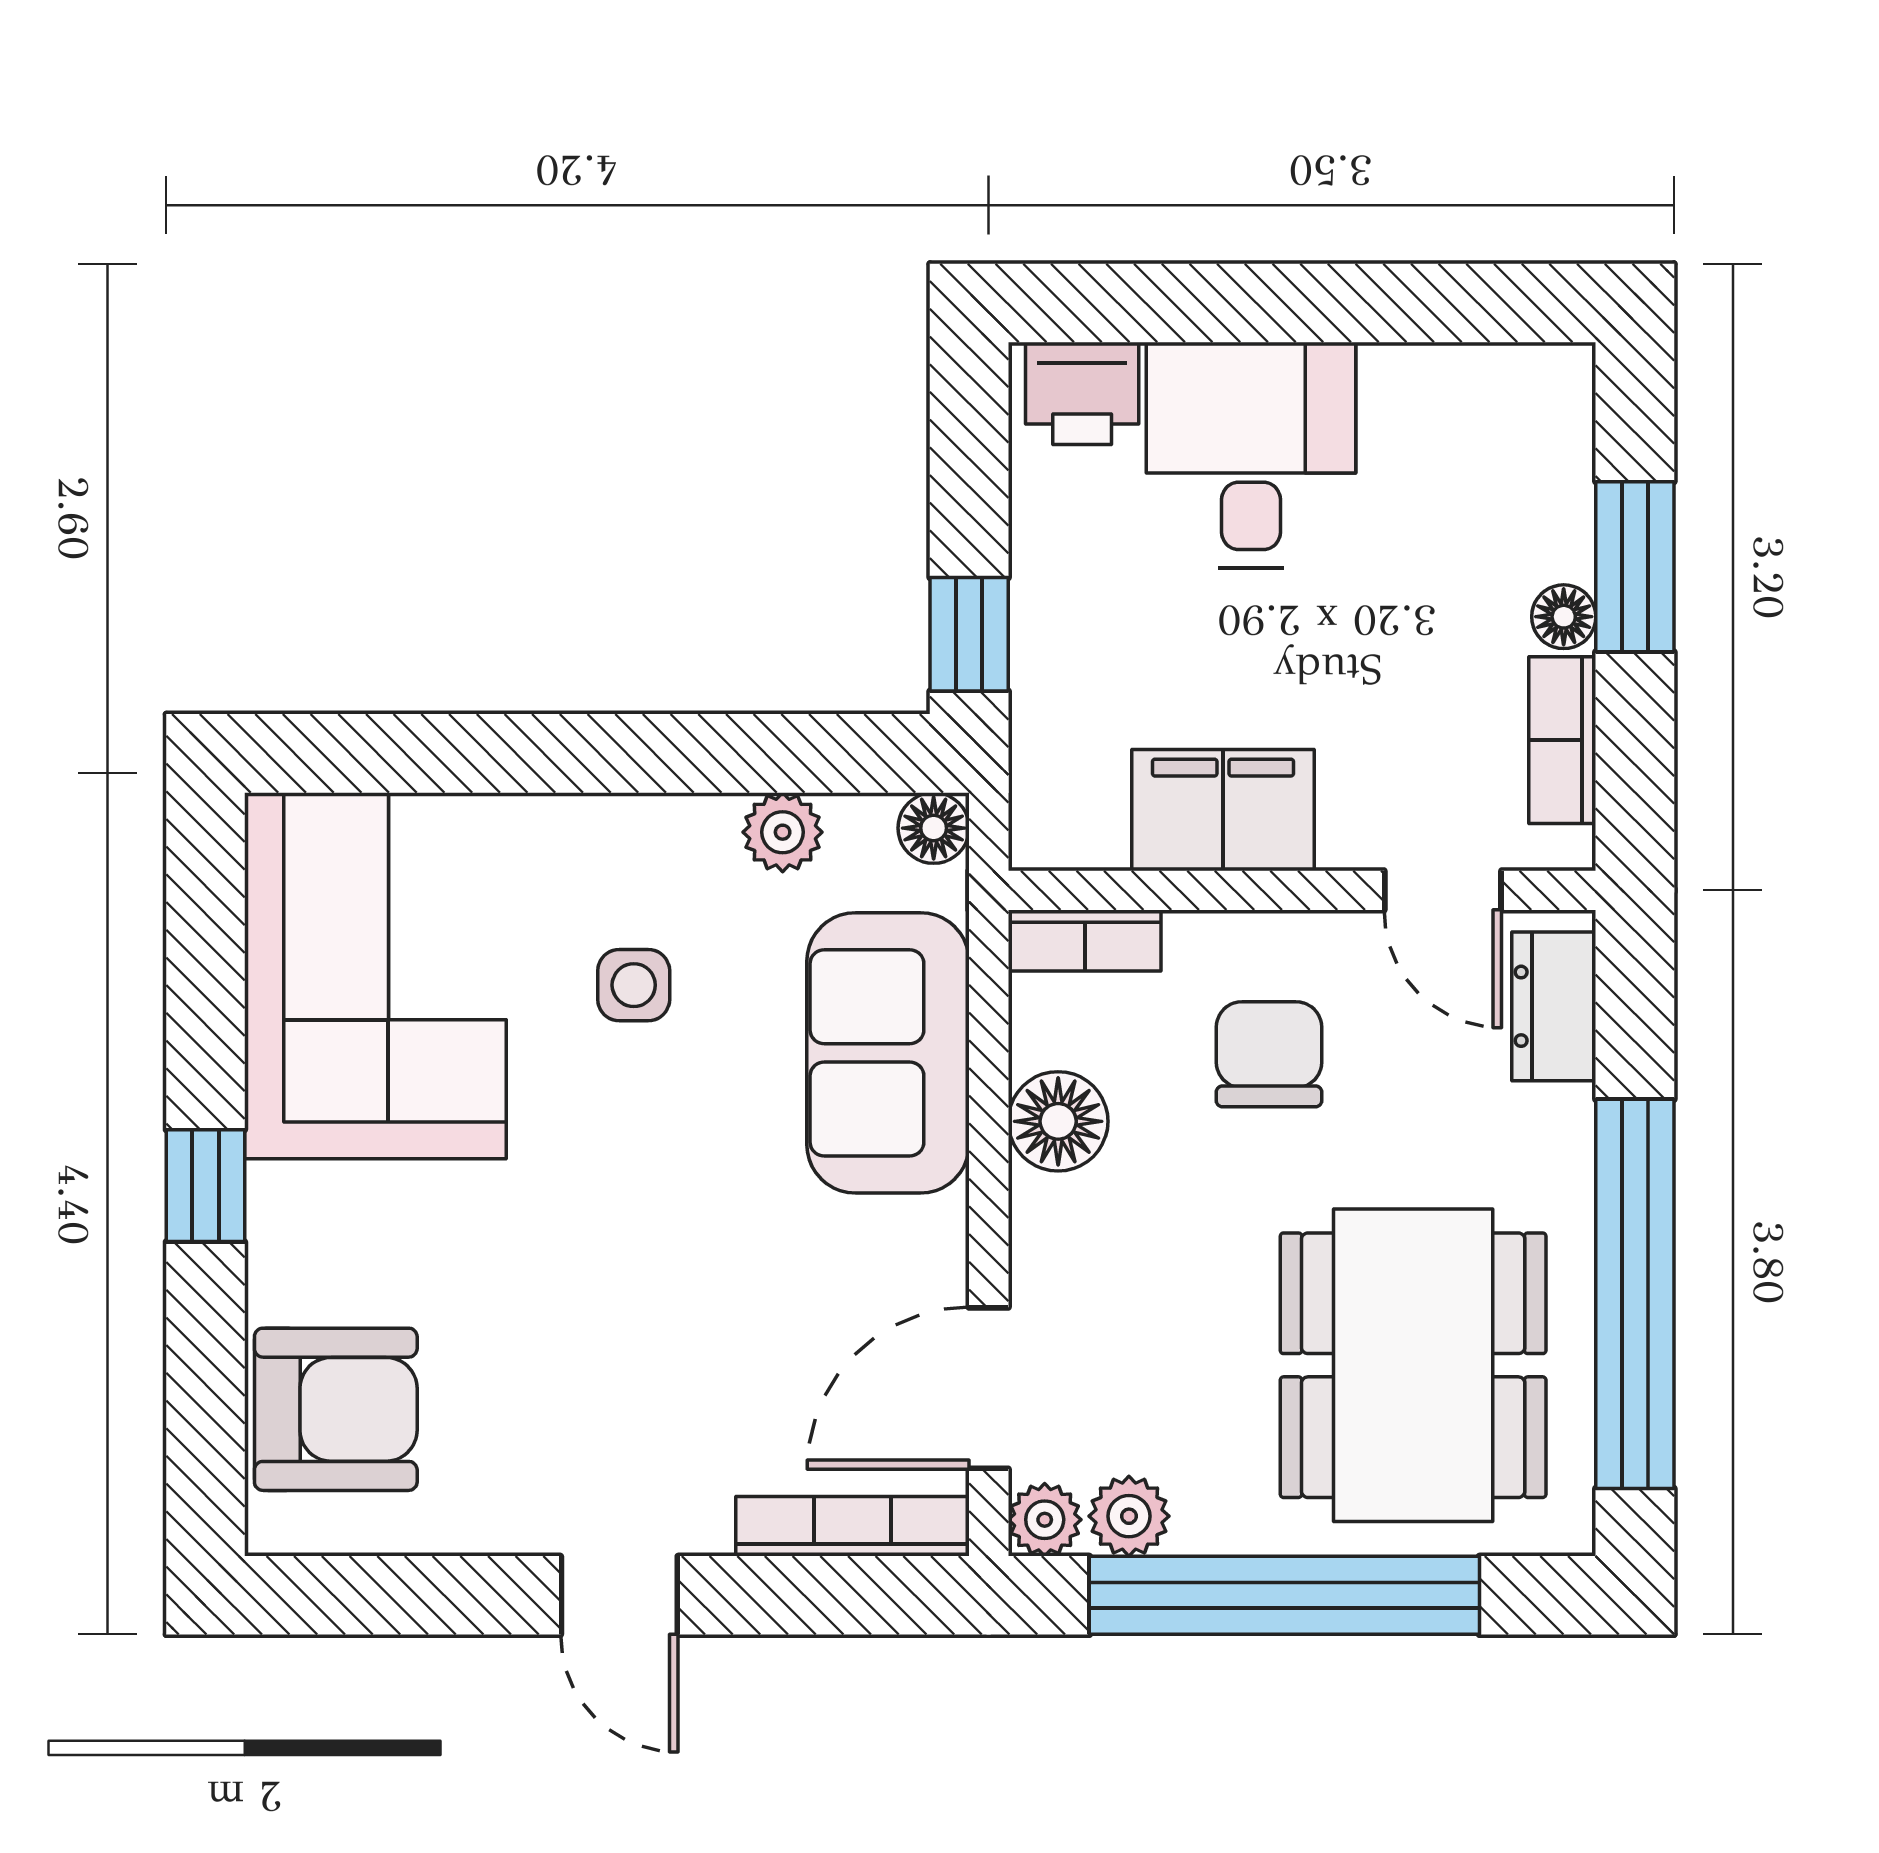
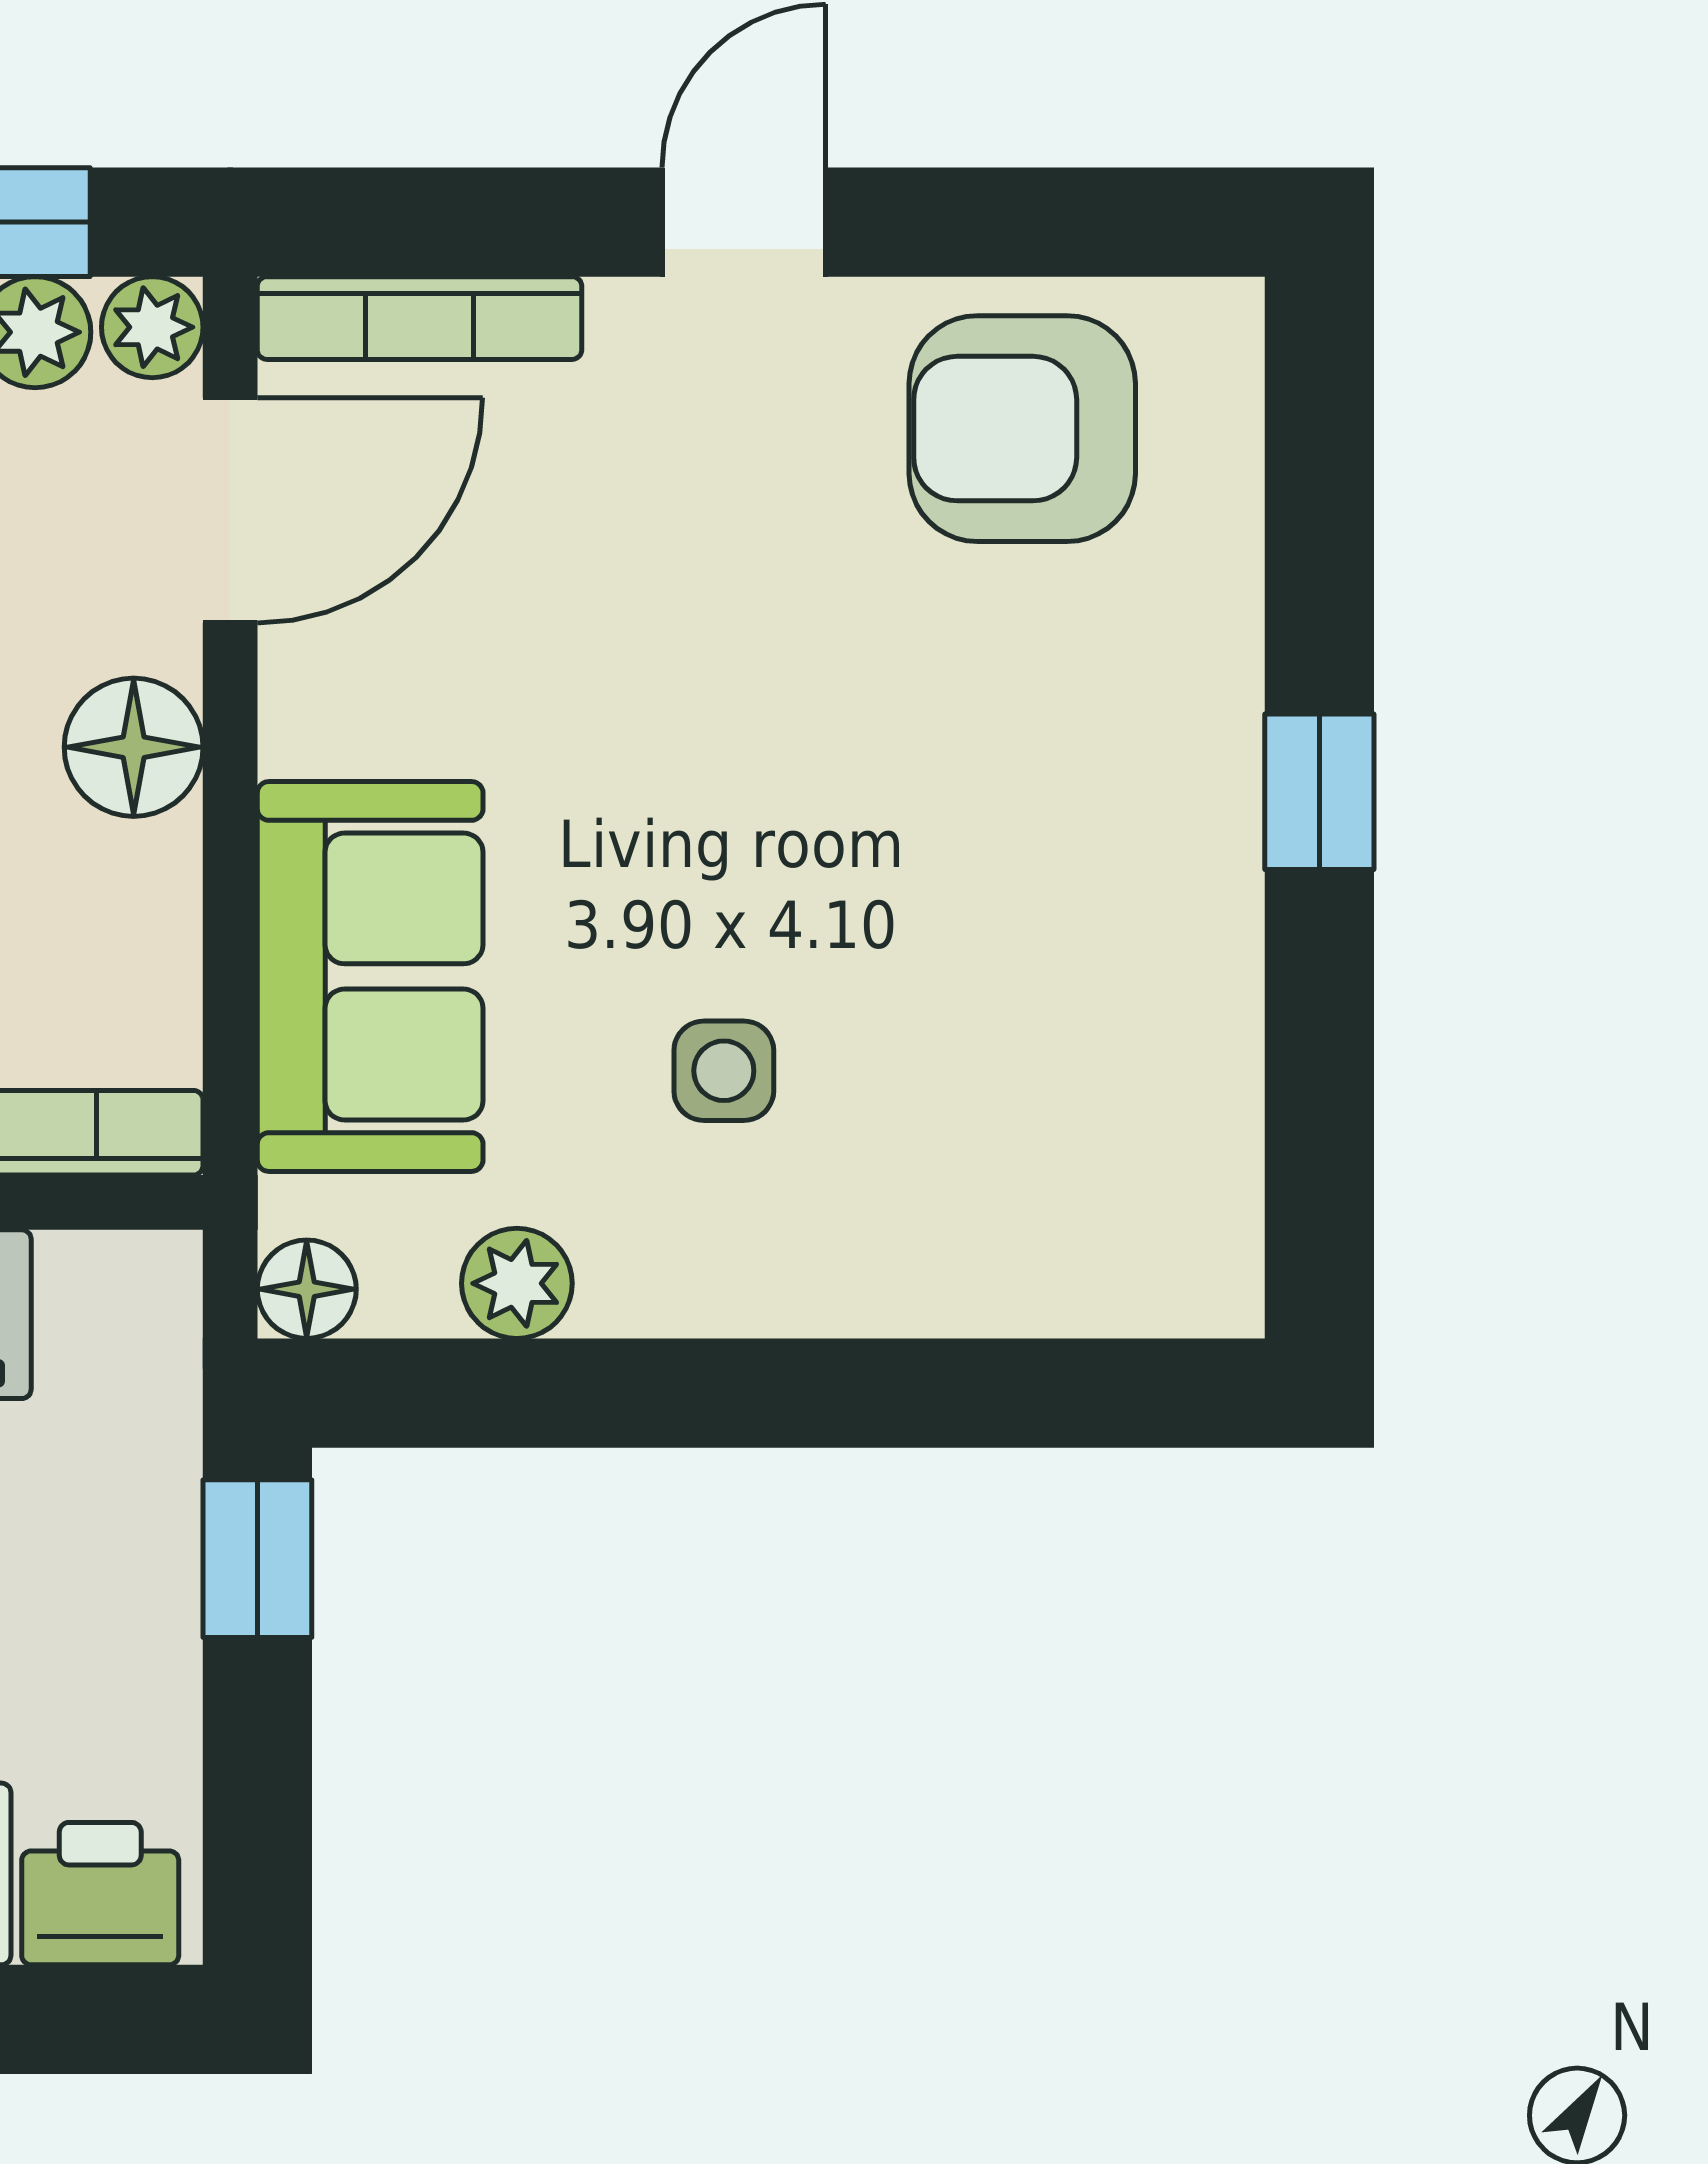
corner sofa: (375, 976) -> (1083, 1084), removed
floor lamp: (1058, 1121) -> (134, 747), moved
armchair: (336, 1409) -> (1022, 429), moved
door: (619, 1595) -> (744, 222), hinge flipped

